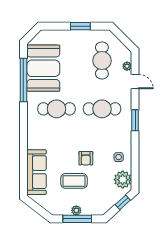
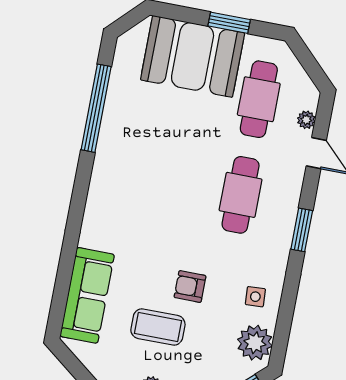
booth: (43, 68) -> (193, 56), moved, turned 90
cafe table: (57, 109) -> (151, 178), removed
cafe table: (102, 109) -> (241, 195), turned 90
armchair: (86, 158) -> (190, 287), turned 90

